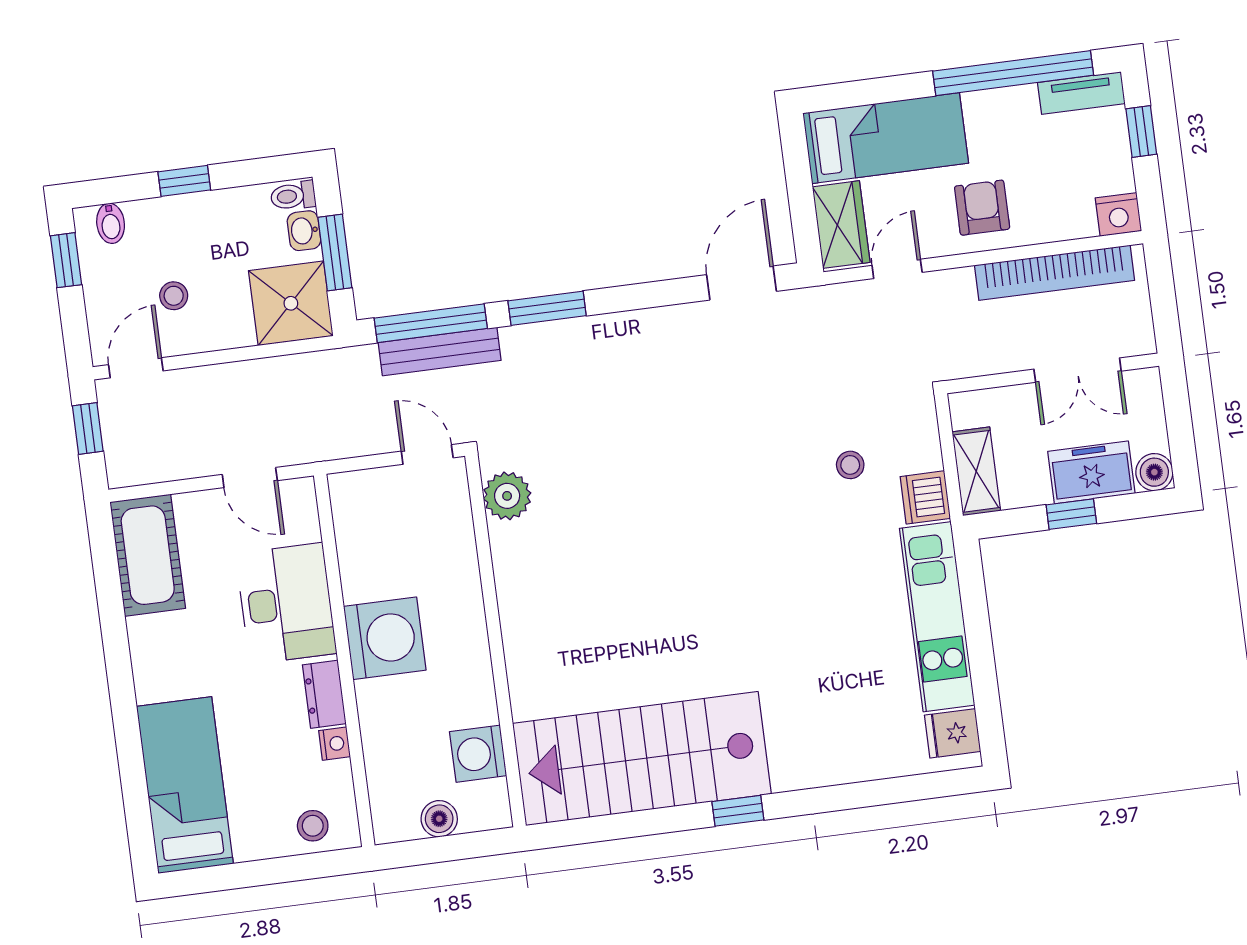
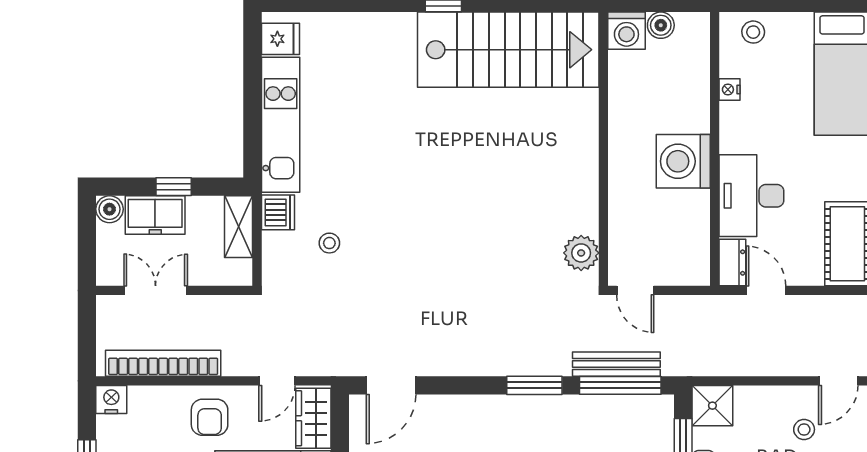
shower: (291, 303) -> (712, 406), width x0.73, depth x0.73
dresser: (324, 694) -> (732, 263), moved
washing machine: (478, 754) -> (626, 31), moved, turned 90

